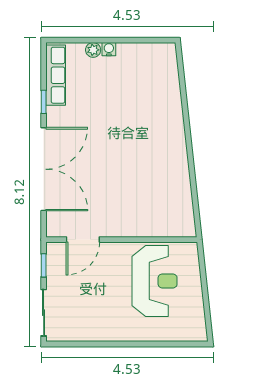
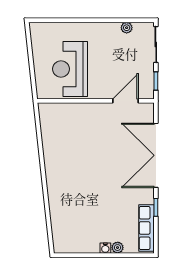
plant: (81, 334) -> (127, 28), added

